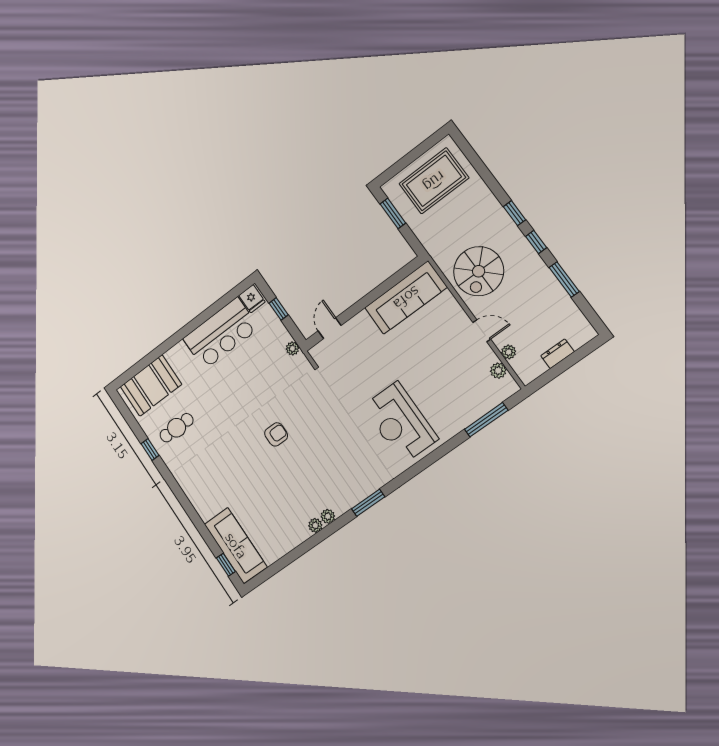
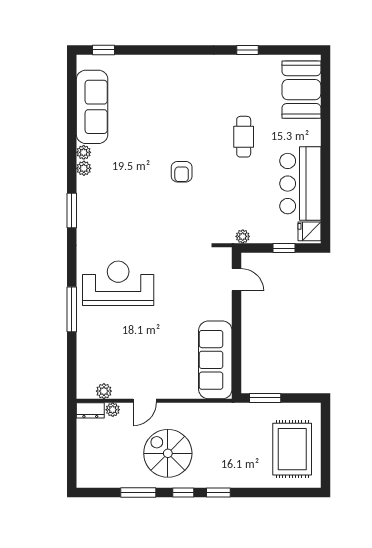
window: (393, 213) -> (265, 398), moved
spiral stairs: (479, 271) -> (168, 453), moved
dresser: (557, 354) -> (90, 410), moved, turned 90
window: (486, 420) -> (72, 309), moved
cafe table: (177, 428) -> (244, 137), moved
sofa: (236, 546) -> (92, 107), moved, turned -90

